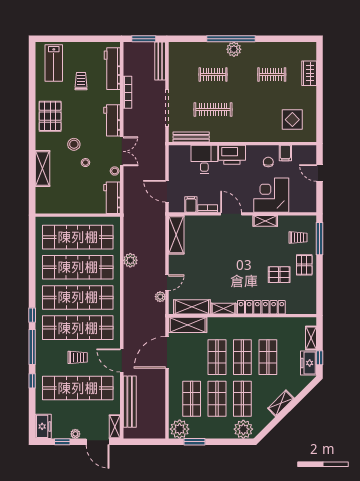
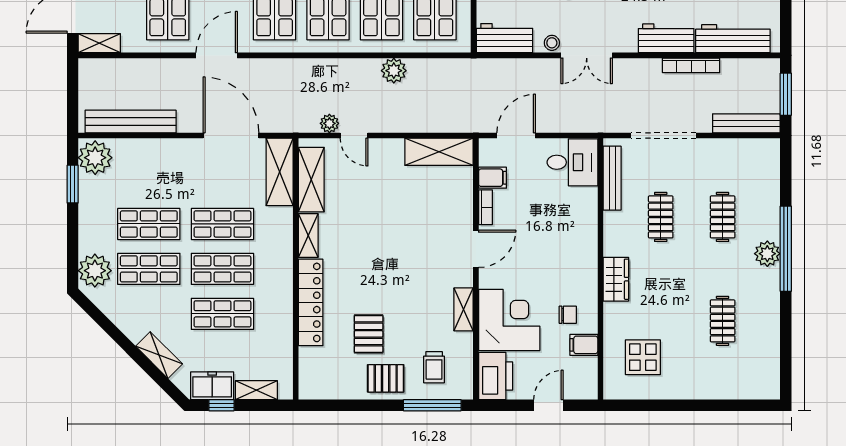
wardrobe: (309, 73) -> (616, 279), moved, turned 90
clothes rail: (213, 109) -> (661, 217), width x0.73
workbench: (112, 120) -> (666, 38), moved
printer: (232, 155) -> (496, 376), moved, turned 180
desk: (204, 159) -> (572, 162), moved
shop shelf: (192, 399) -> (149, 179), removed
bench: (130, 402) -> (131, 121), moved
shelving: (281, 403) -> (159, 355), moved

